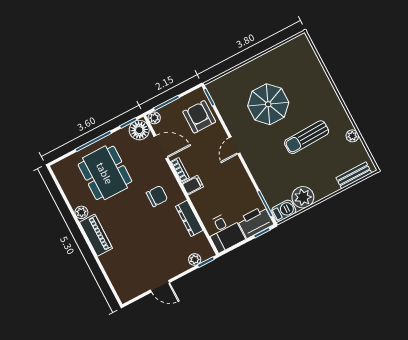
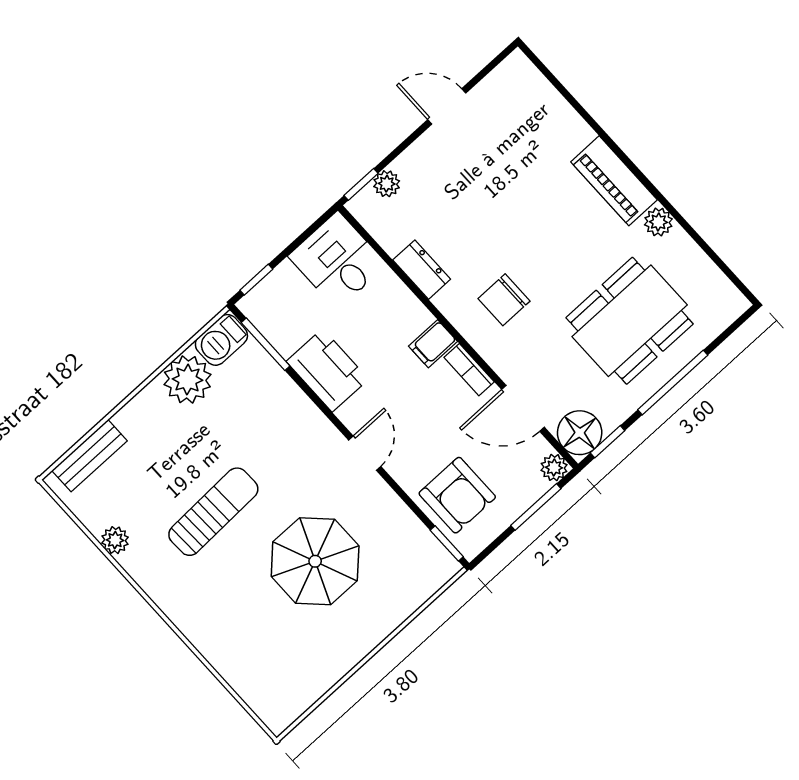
dining table: (105, 173) -> (630, 321), turned 90
dresser: (189, 218) -> (422, 270), width x0.70
printer: (255, 222) -> (327, 370), moved, turned -90

